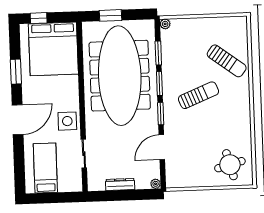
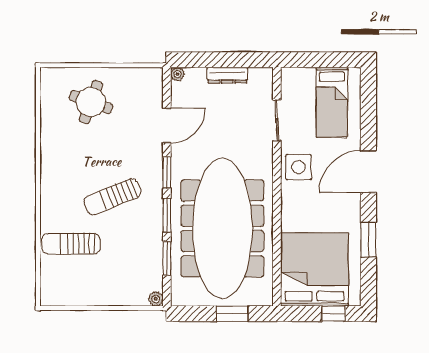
sun lounger: (227, 61) -> (71, 244), turned -37
round table: (230, 165) -> (91, 102), moved, turned 35

